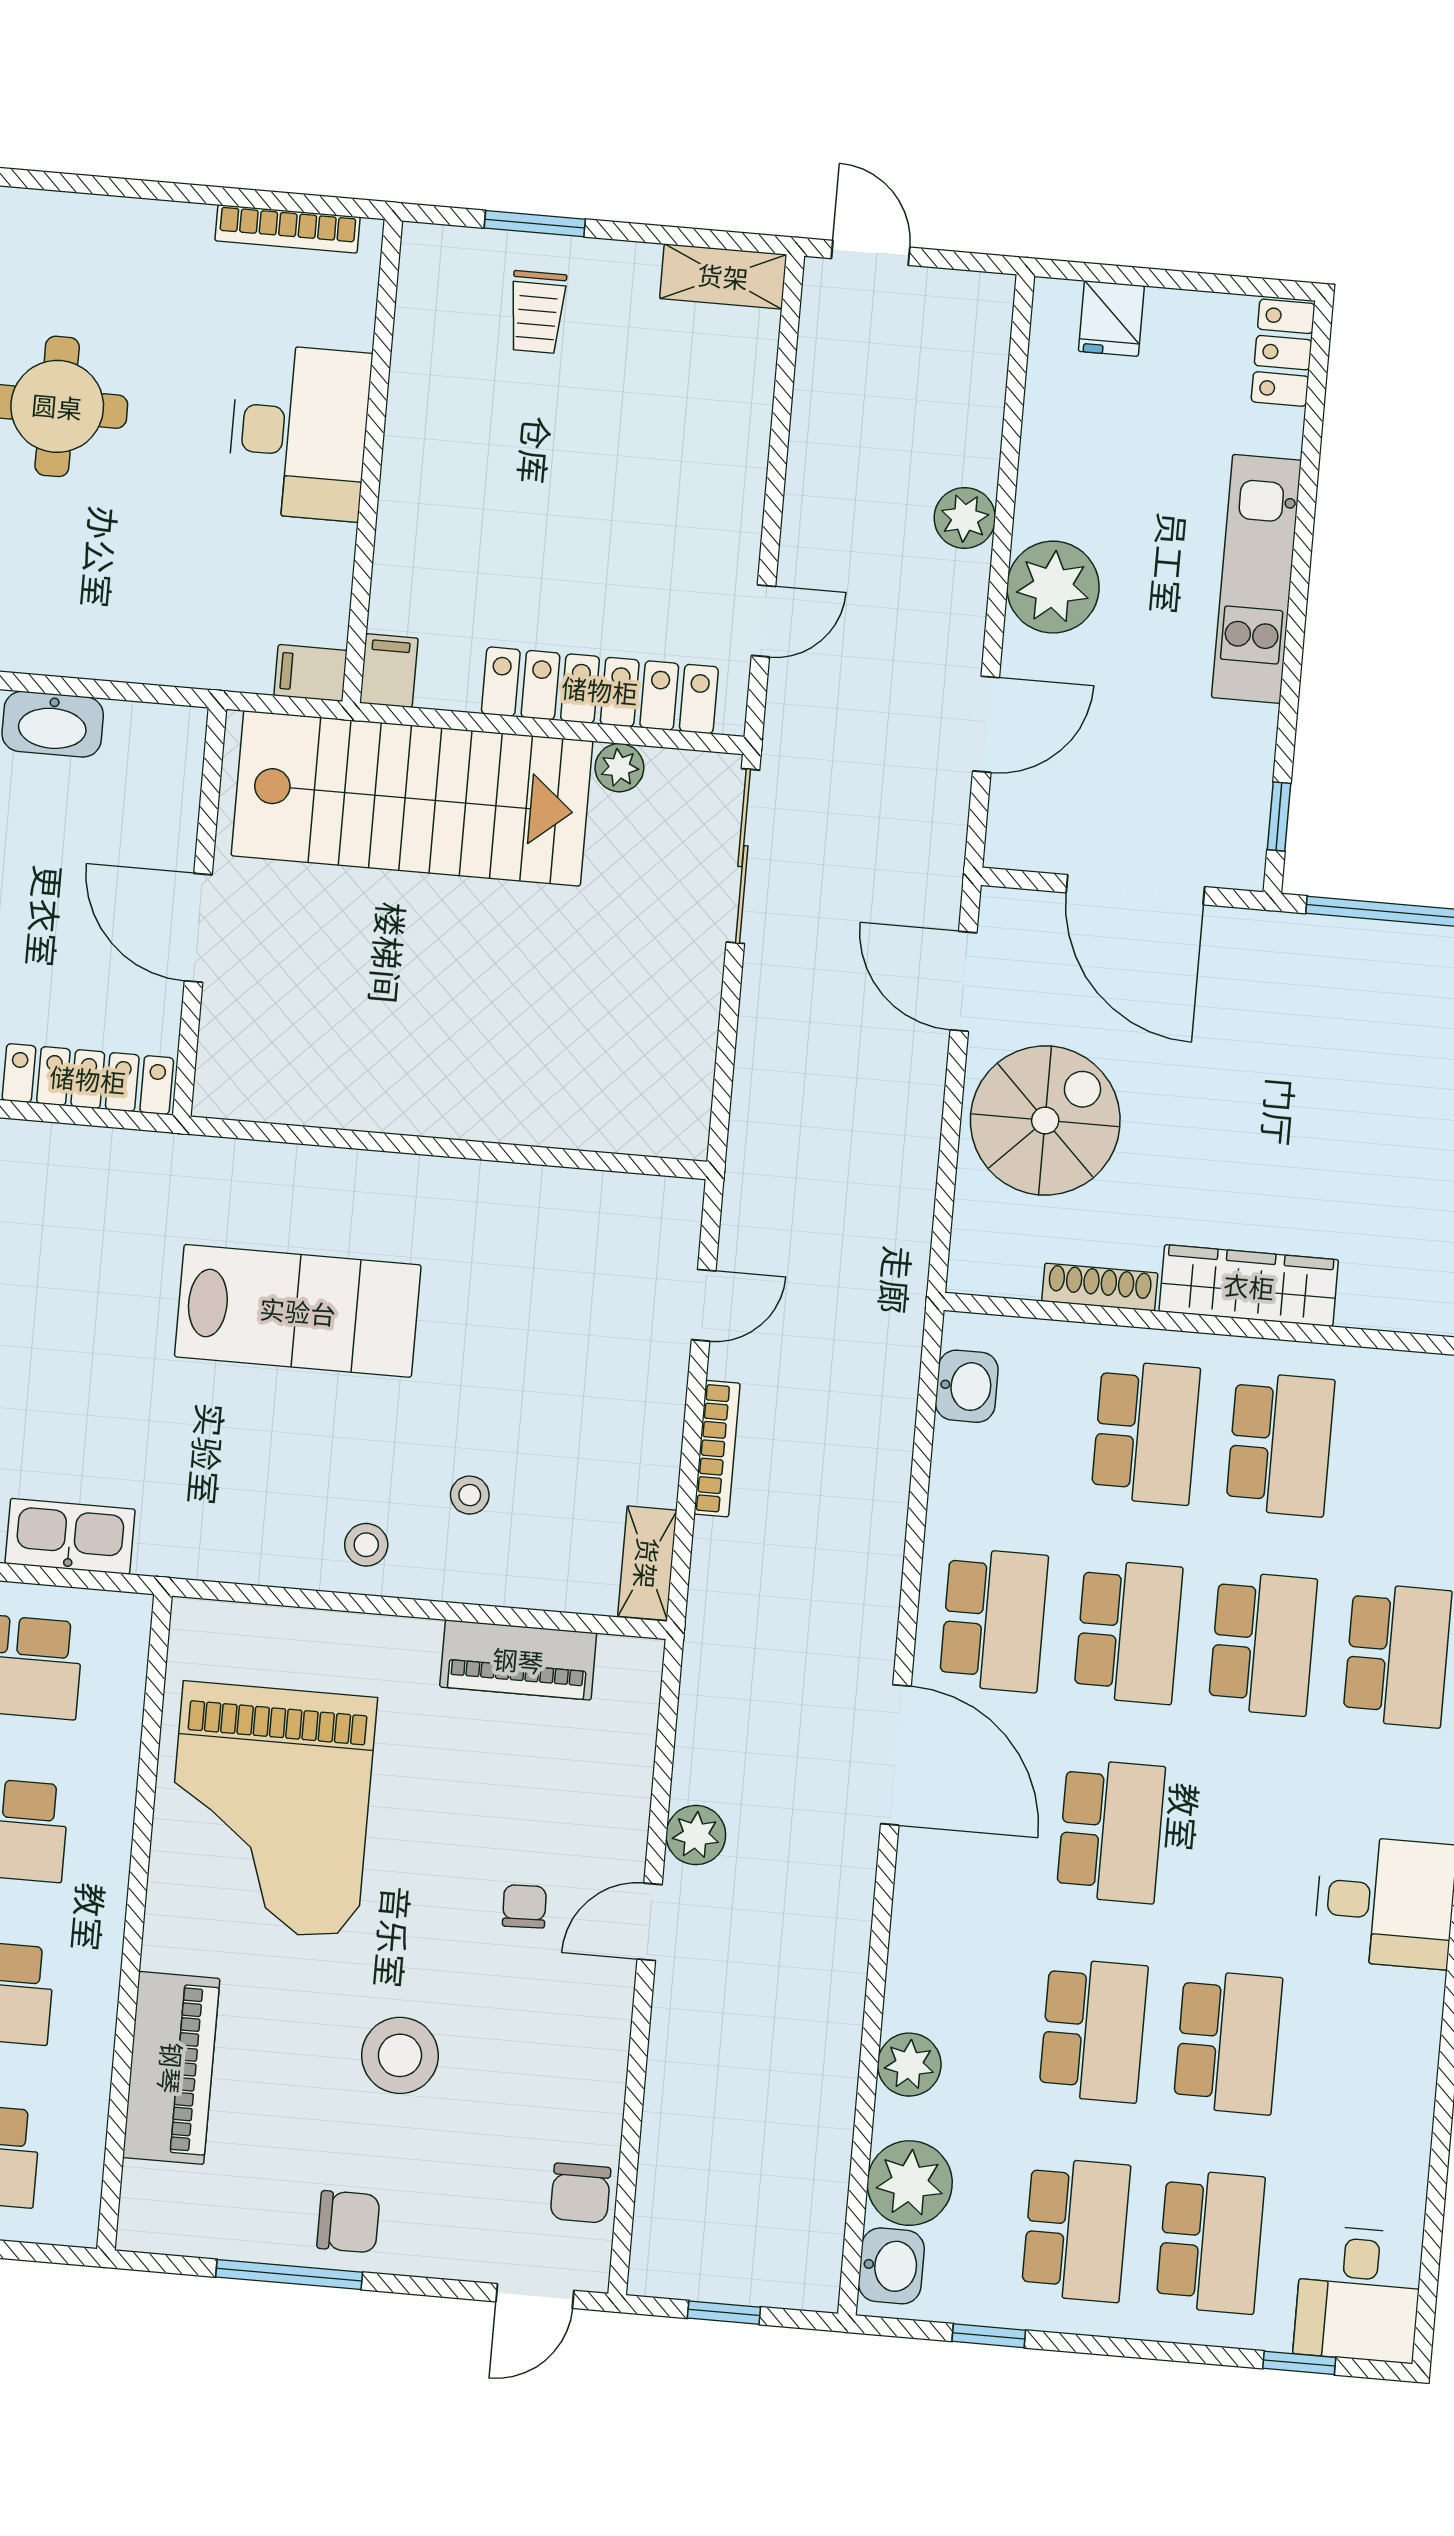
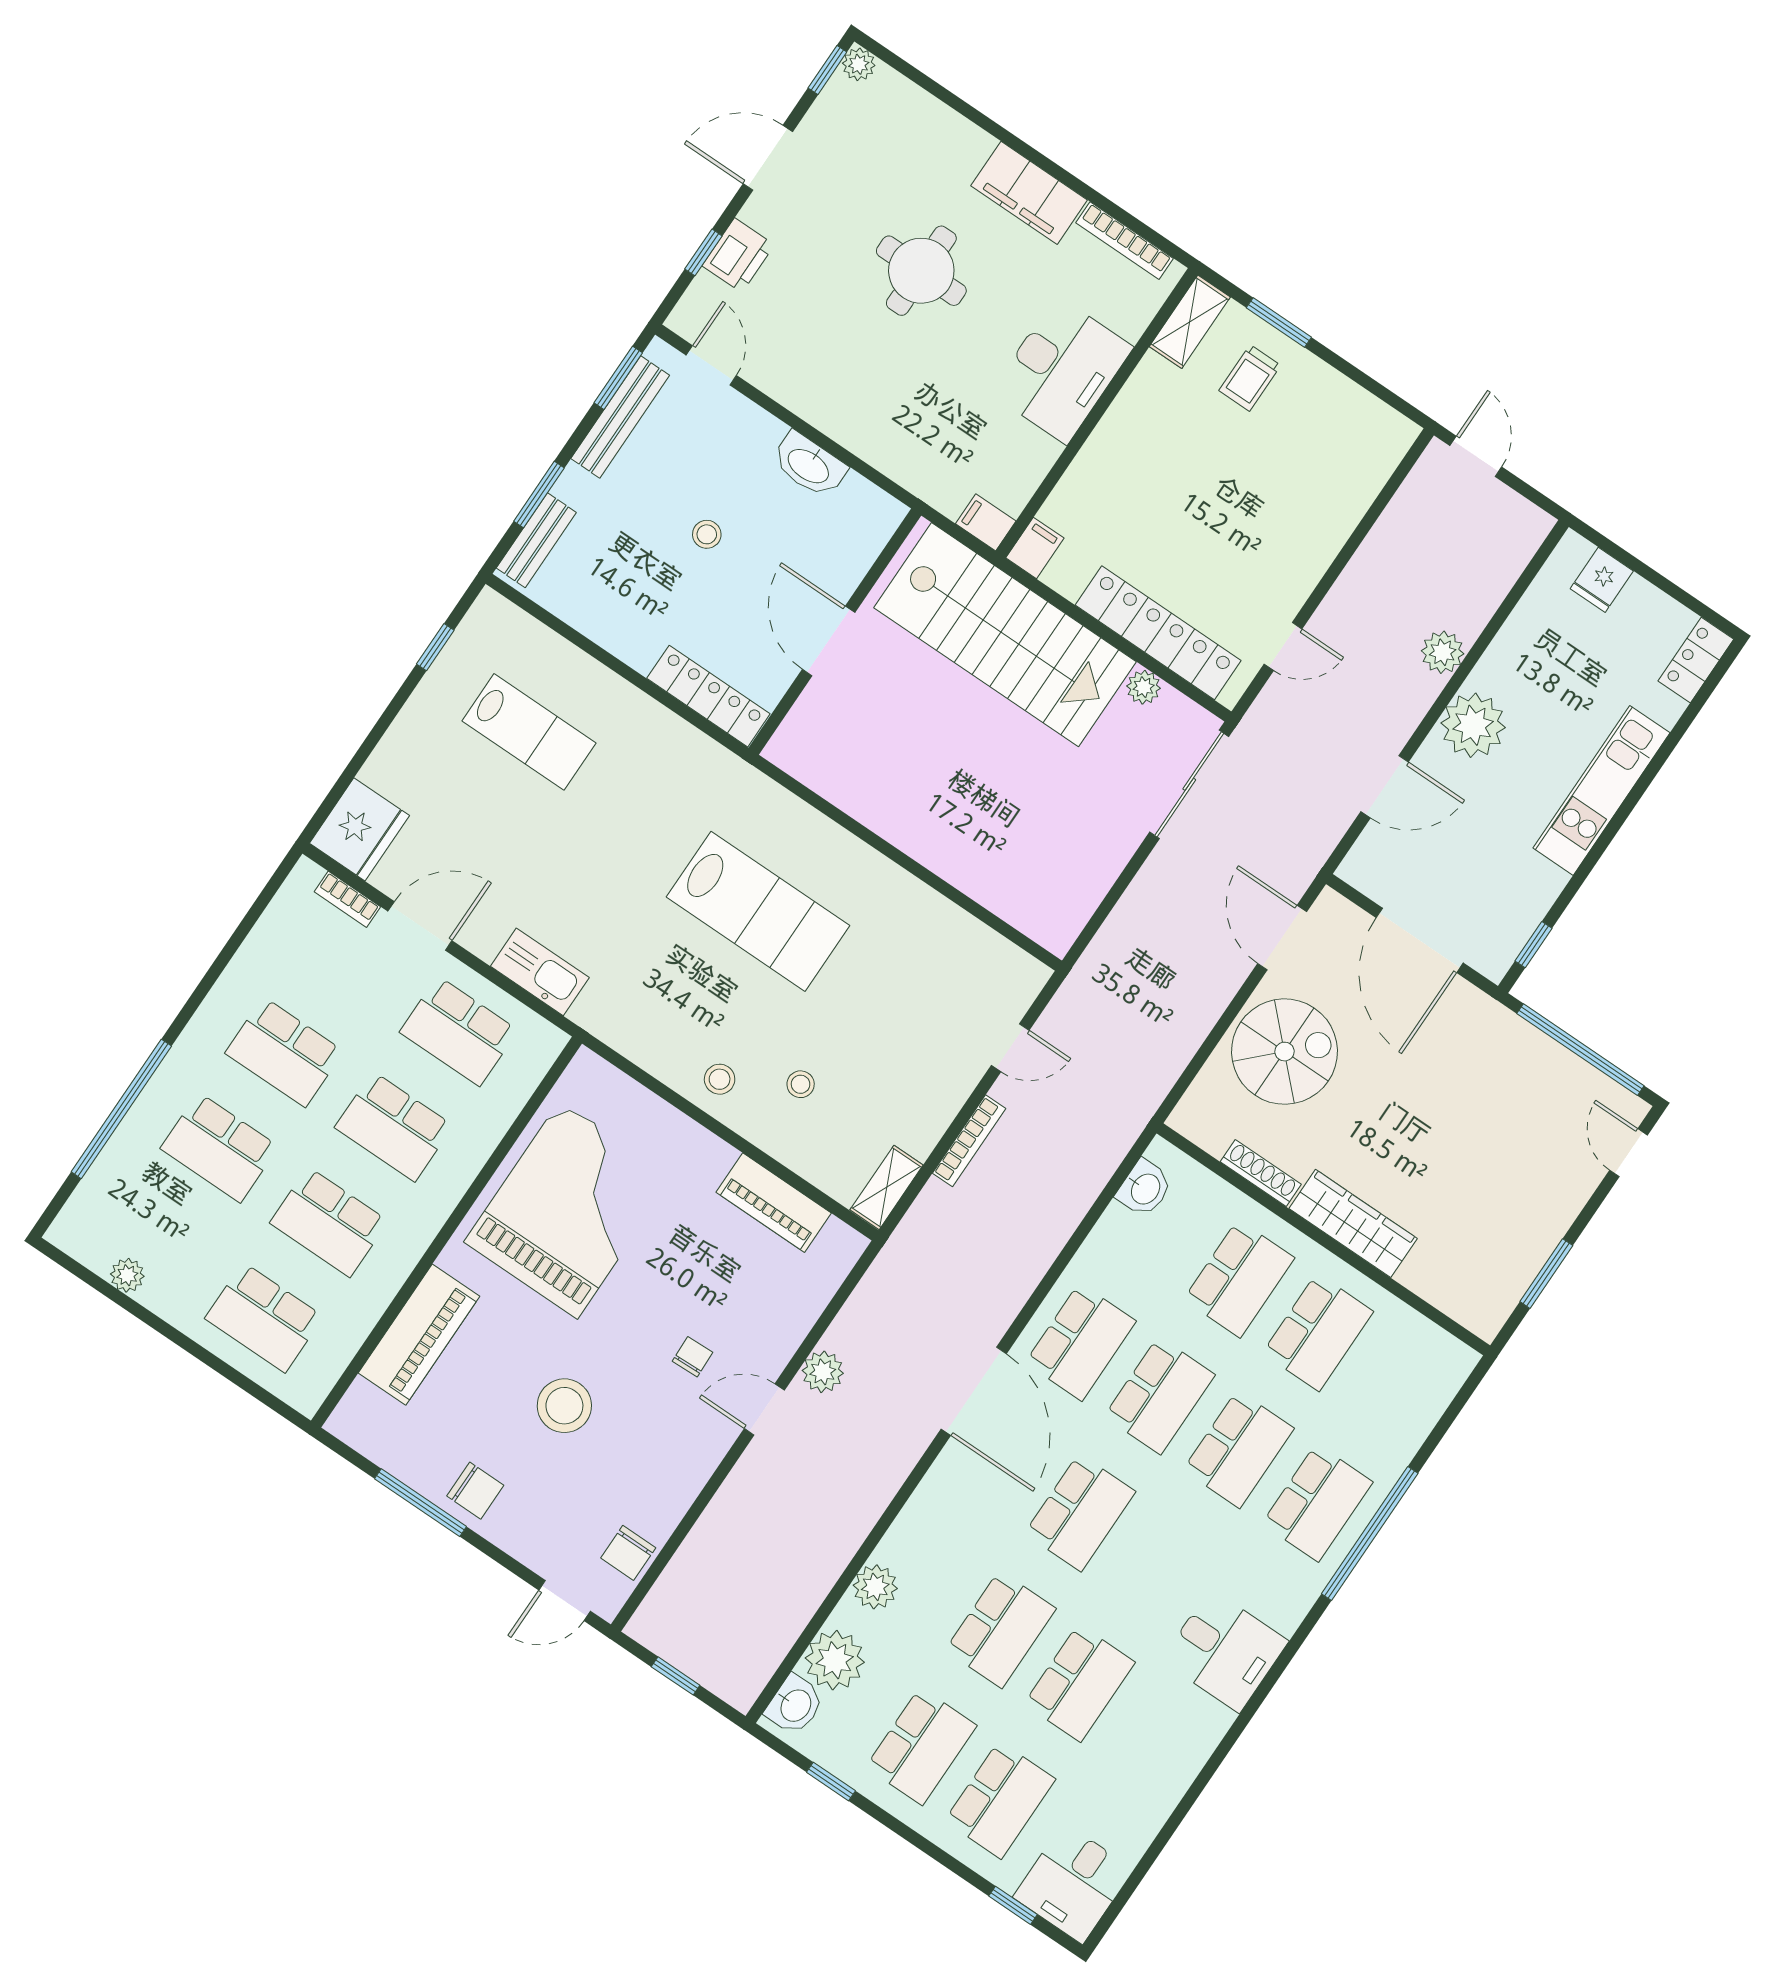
filing cabinet: (137, 236) -> (1029, 193), added
shelving: (723, 276) -> (1190, 322), moved, turned 90
grand piano: (270, 1810) -> (569, 1210), turned 180

